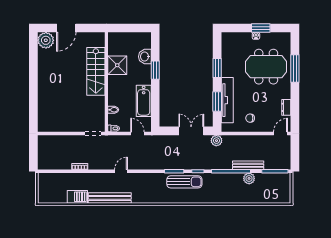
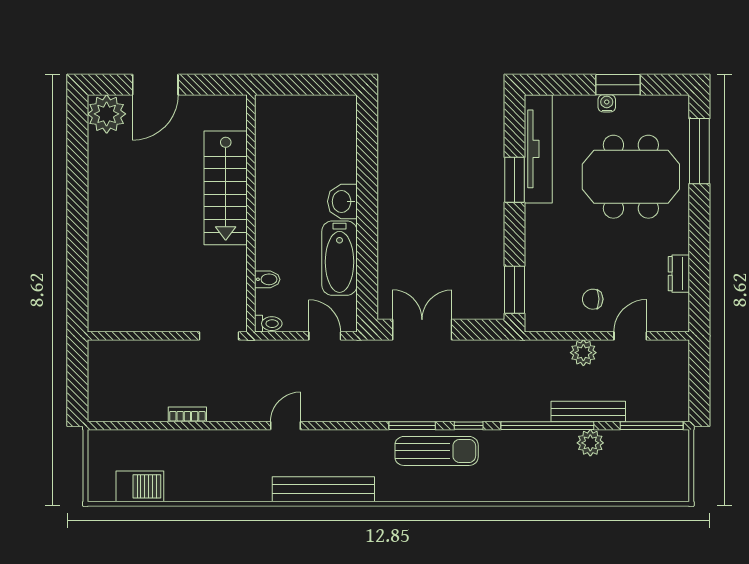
washbasin: (145, 57) -> (342, 201), moved
shower: (117, 65) -> (277, 173), removed
window: (295, 69) -> (699, 151), moved
window: (155, 70) -> (367, 185), removed
tv unit: (227, 100) -> (538, 149), moved
window: (217, 102) -> (514, 290), moved
double door: (191, 131) -> (422, 330), moved
door: (281, 133) -> (630, 336), moved
plant: (216, 141) -> (583, 353), moved
barbecue: (77, 197) -> (140, 486), moved
bench: (110, 198) -> (323, 489), moved

